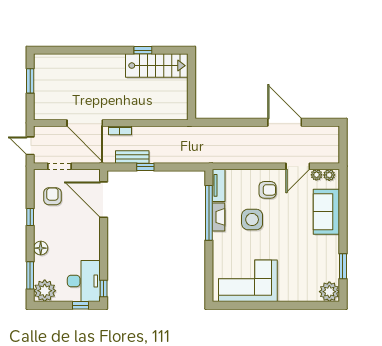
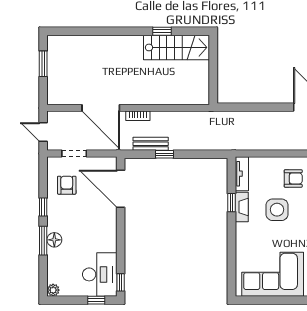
window: (209, 213) -> (232, 203), width x0.32
window: (30, 275) -> (43, 241), moved
plant: (45, 291) -> (53, 290), width x0.53, depth x0.53

